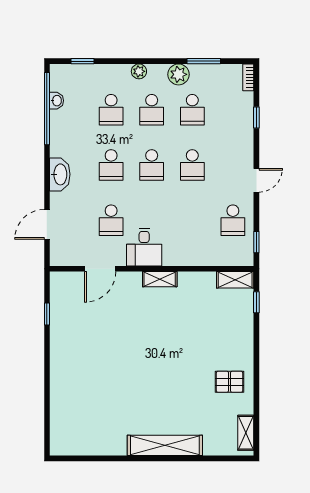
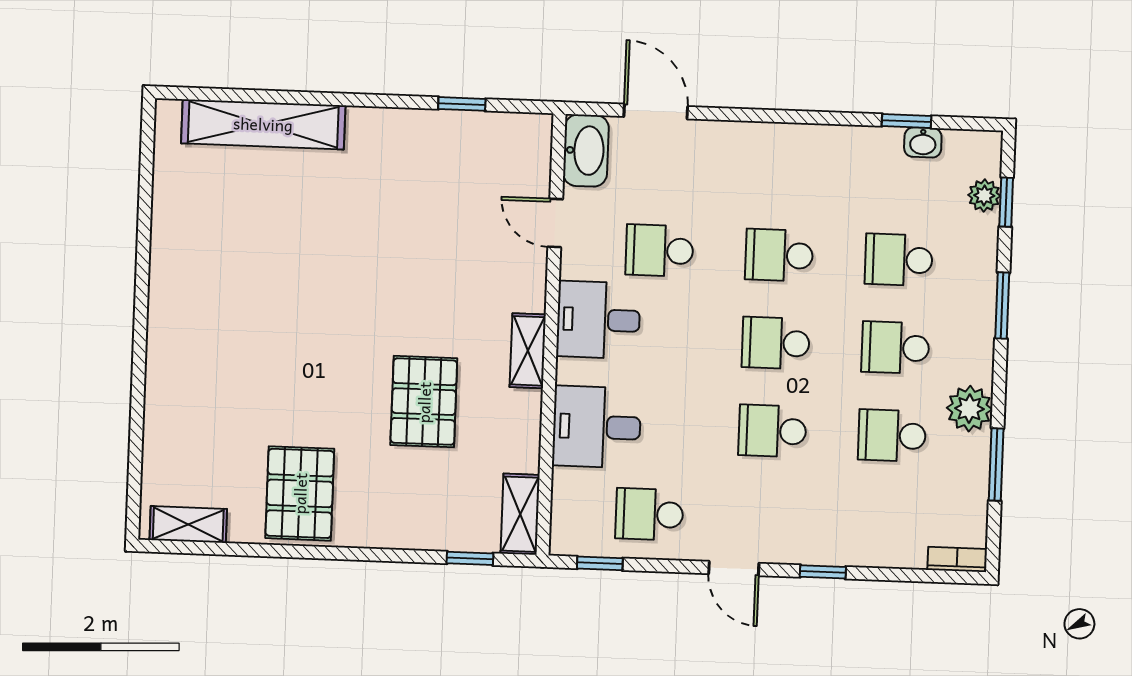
window: (130, 61) -> (1002, 306), added
plant: (139, 71) -> (984, 195), moved
window: (47, 109) -> (906, 121), width x0.32
window: (256, 118) -> (823, 572), moved
washbasin: (60, 174) -> (586, 150), moved, turned -90
desk: (194, 246) -> (597, 427), added
door: (100, 269) -> (555, 223), width x0.73
pallet: (185, 326) -> (424, 402), added
pallet: (229, 382) -> (300, 493), width x1.50, depth x1.42
shelving: (165, 445) -> (263, 124), moved, turned 90

